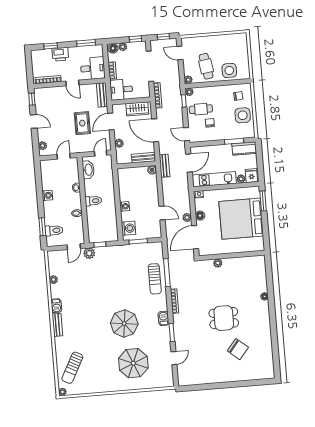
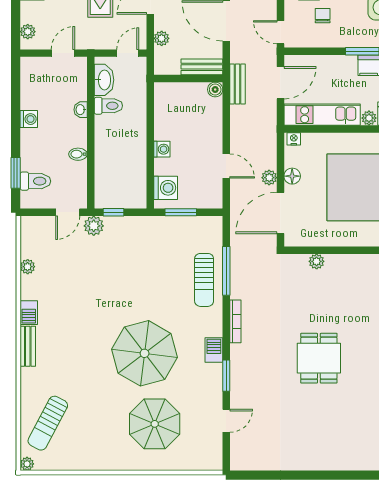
toilet: (93, 201) -> (108, 106), moved
dining table: (224, 318) -> (319, 358), turned 90
parasol: (124, 323) -> (145, 353), width x1.36, depth x1.36
chair: (238, 349) -> (339, 414), removed

